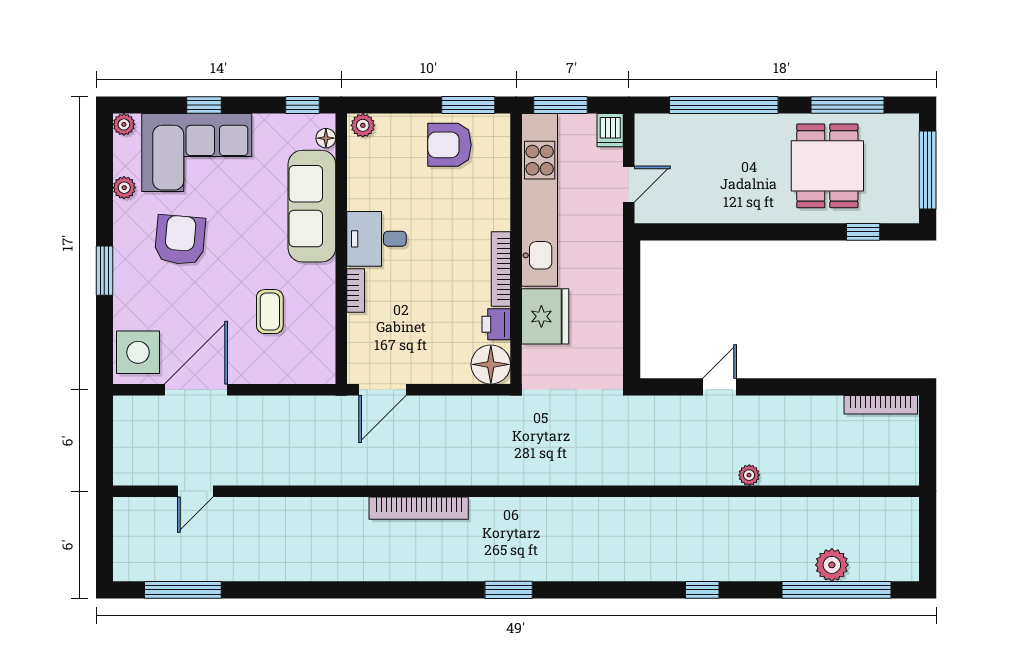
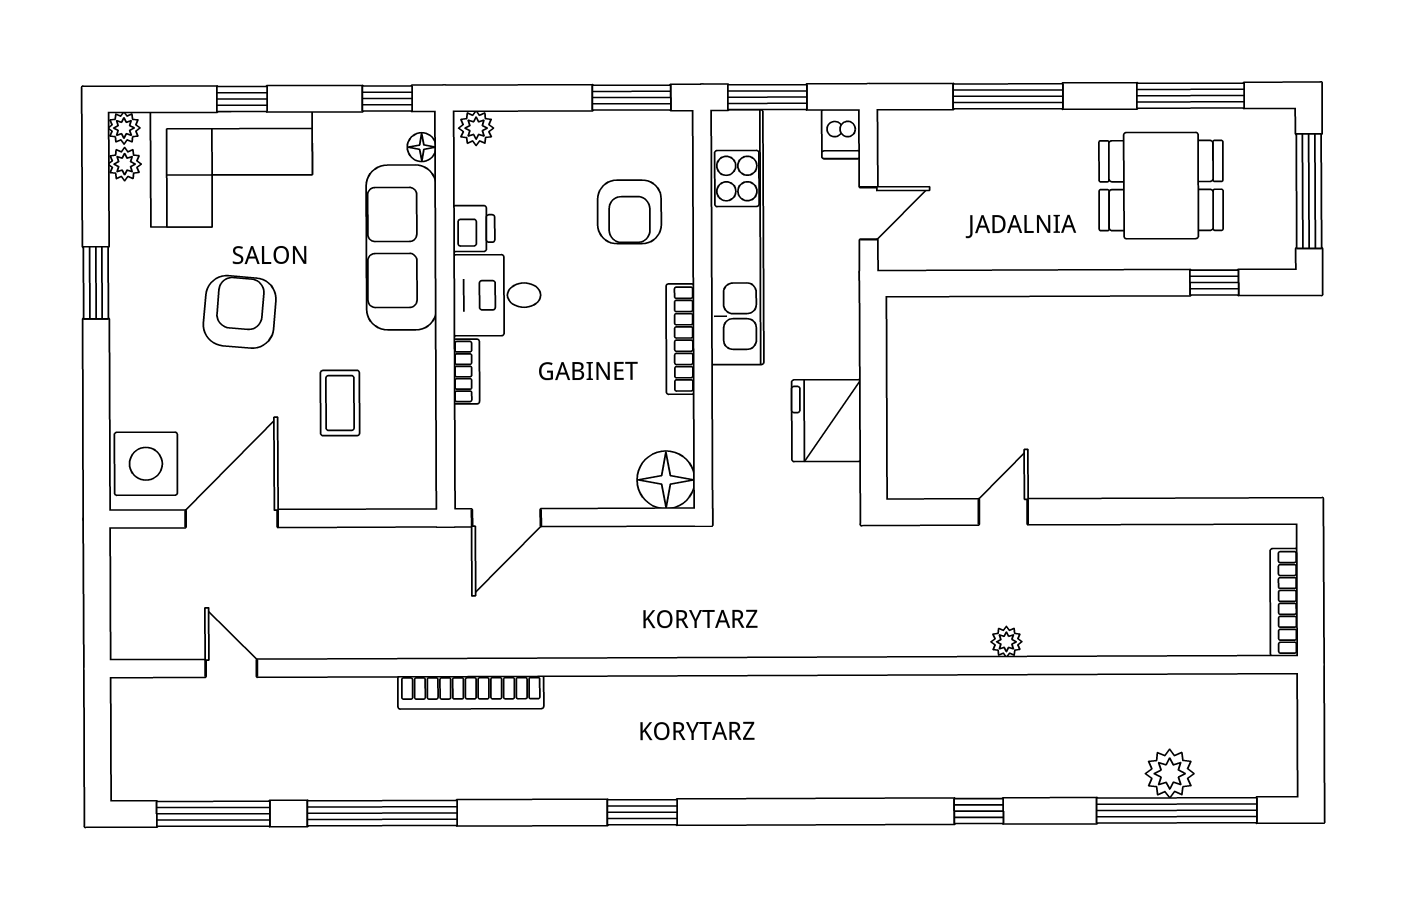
window: (724, 105) -> (1008, 96), width x0.68
armchair: (449, 145) -> (629, 212), moved, turned -90
dining table: (827, 166) -> (1161, 186), turned 90
plant: (124, 188) -> (125, 164), moved
armchair: (180, 240) -> (240, 312), moved
window: (104, 271) -> (96, 283), moved
fridge: (545, 316) -> (826, 421), moved, turned 180
printer: (496, 324) -> (474, 229), moved, turned 180
bookcase: (881, 405) -> (1284, 602), moved, turned 90
plant: (749, 475) -> (1006, 642), moved
door: (195, 491) -> (231, 668), swing flipped
bookcase: (419, 508) -> (471, 692), moved
window: (298, 590) -> (382, 813), added
window: (509, 590) -> (642, 812), moved

